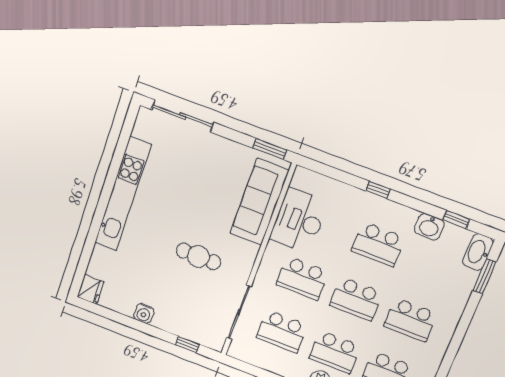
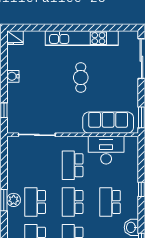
cafe table: (198, 256) -> (81, 78), moved
school desk: (282, 331) -> (35, 165), removed

